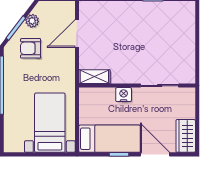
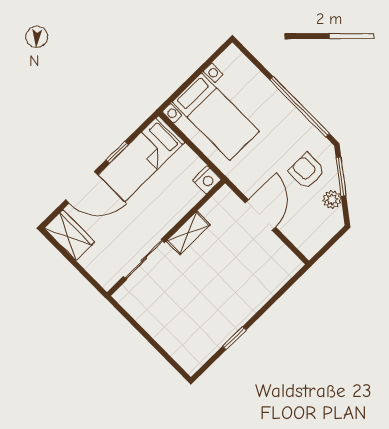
door: (77, 33) -> (260, 215), moved
armchair: (31, 48) -> (307, 171), turned -90
shelving: (94, 77) -> (188, 233), moved
nightstand: (124, 95) -> (207, 180), moved

